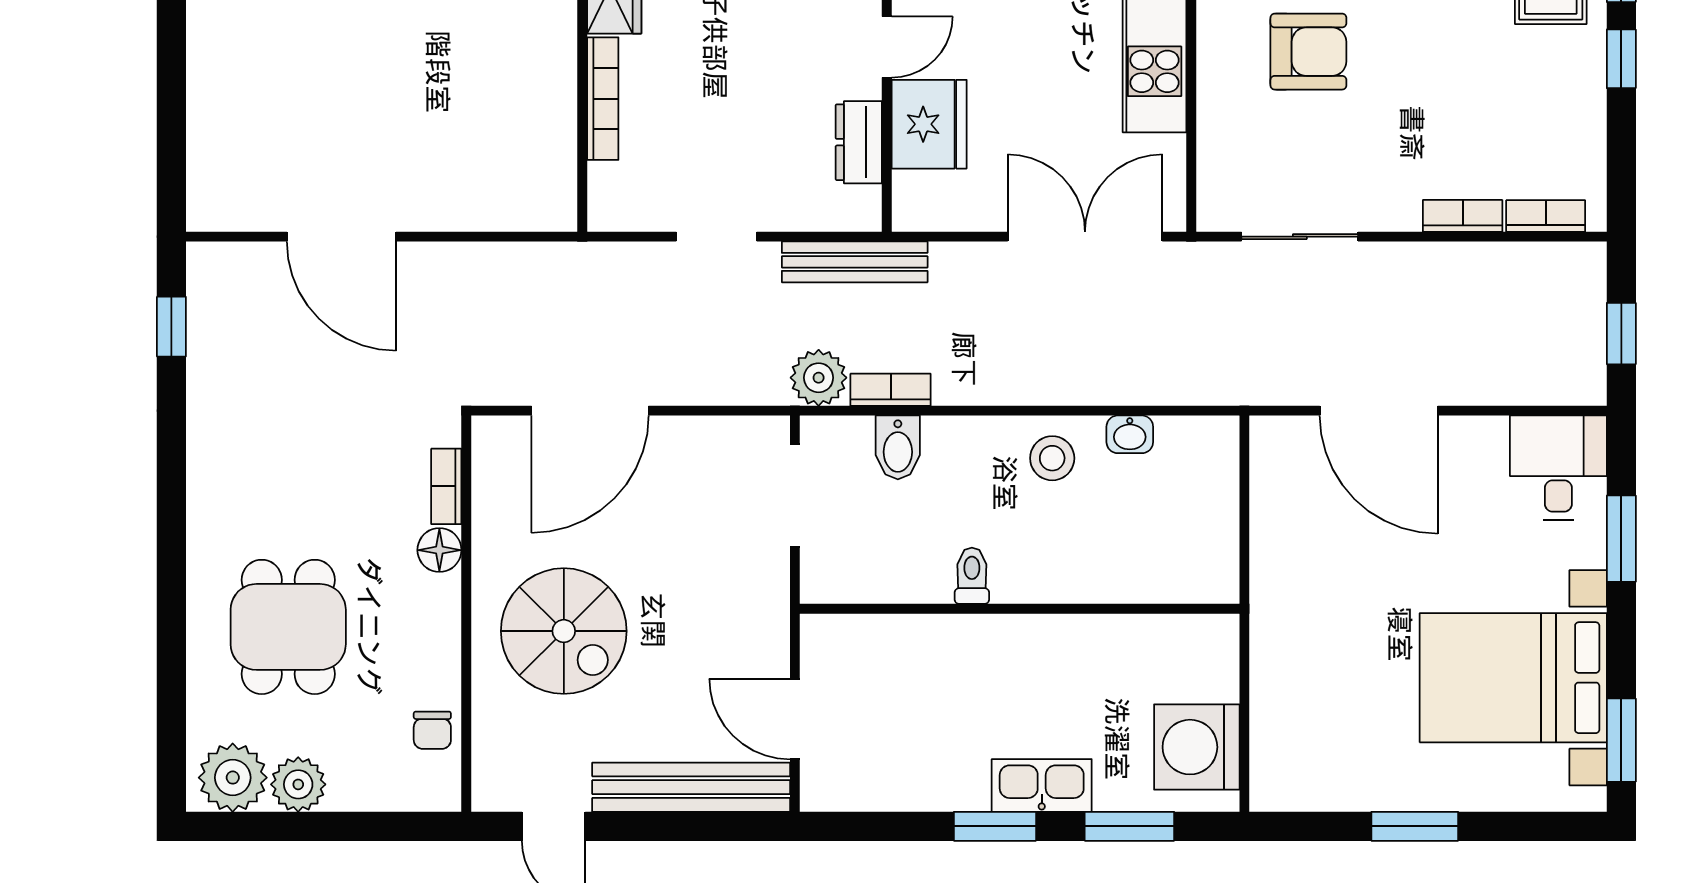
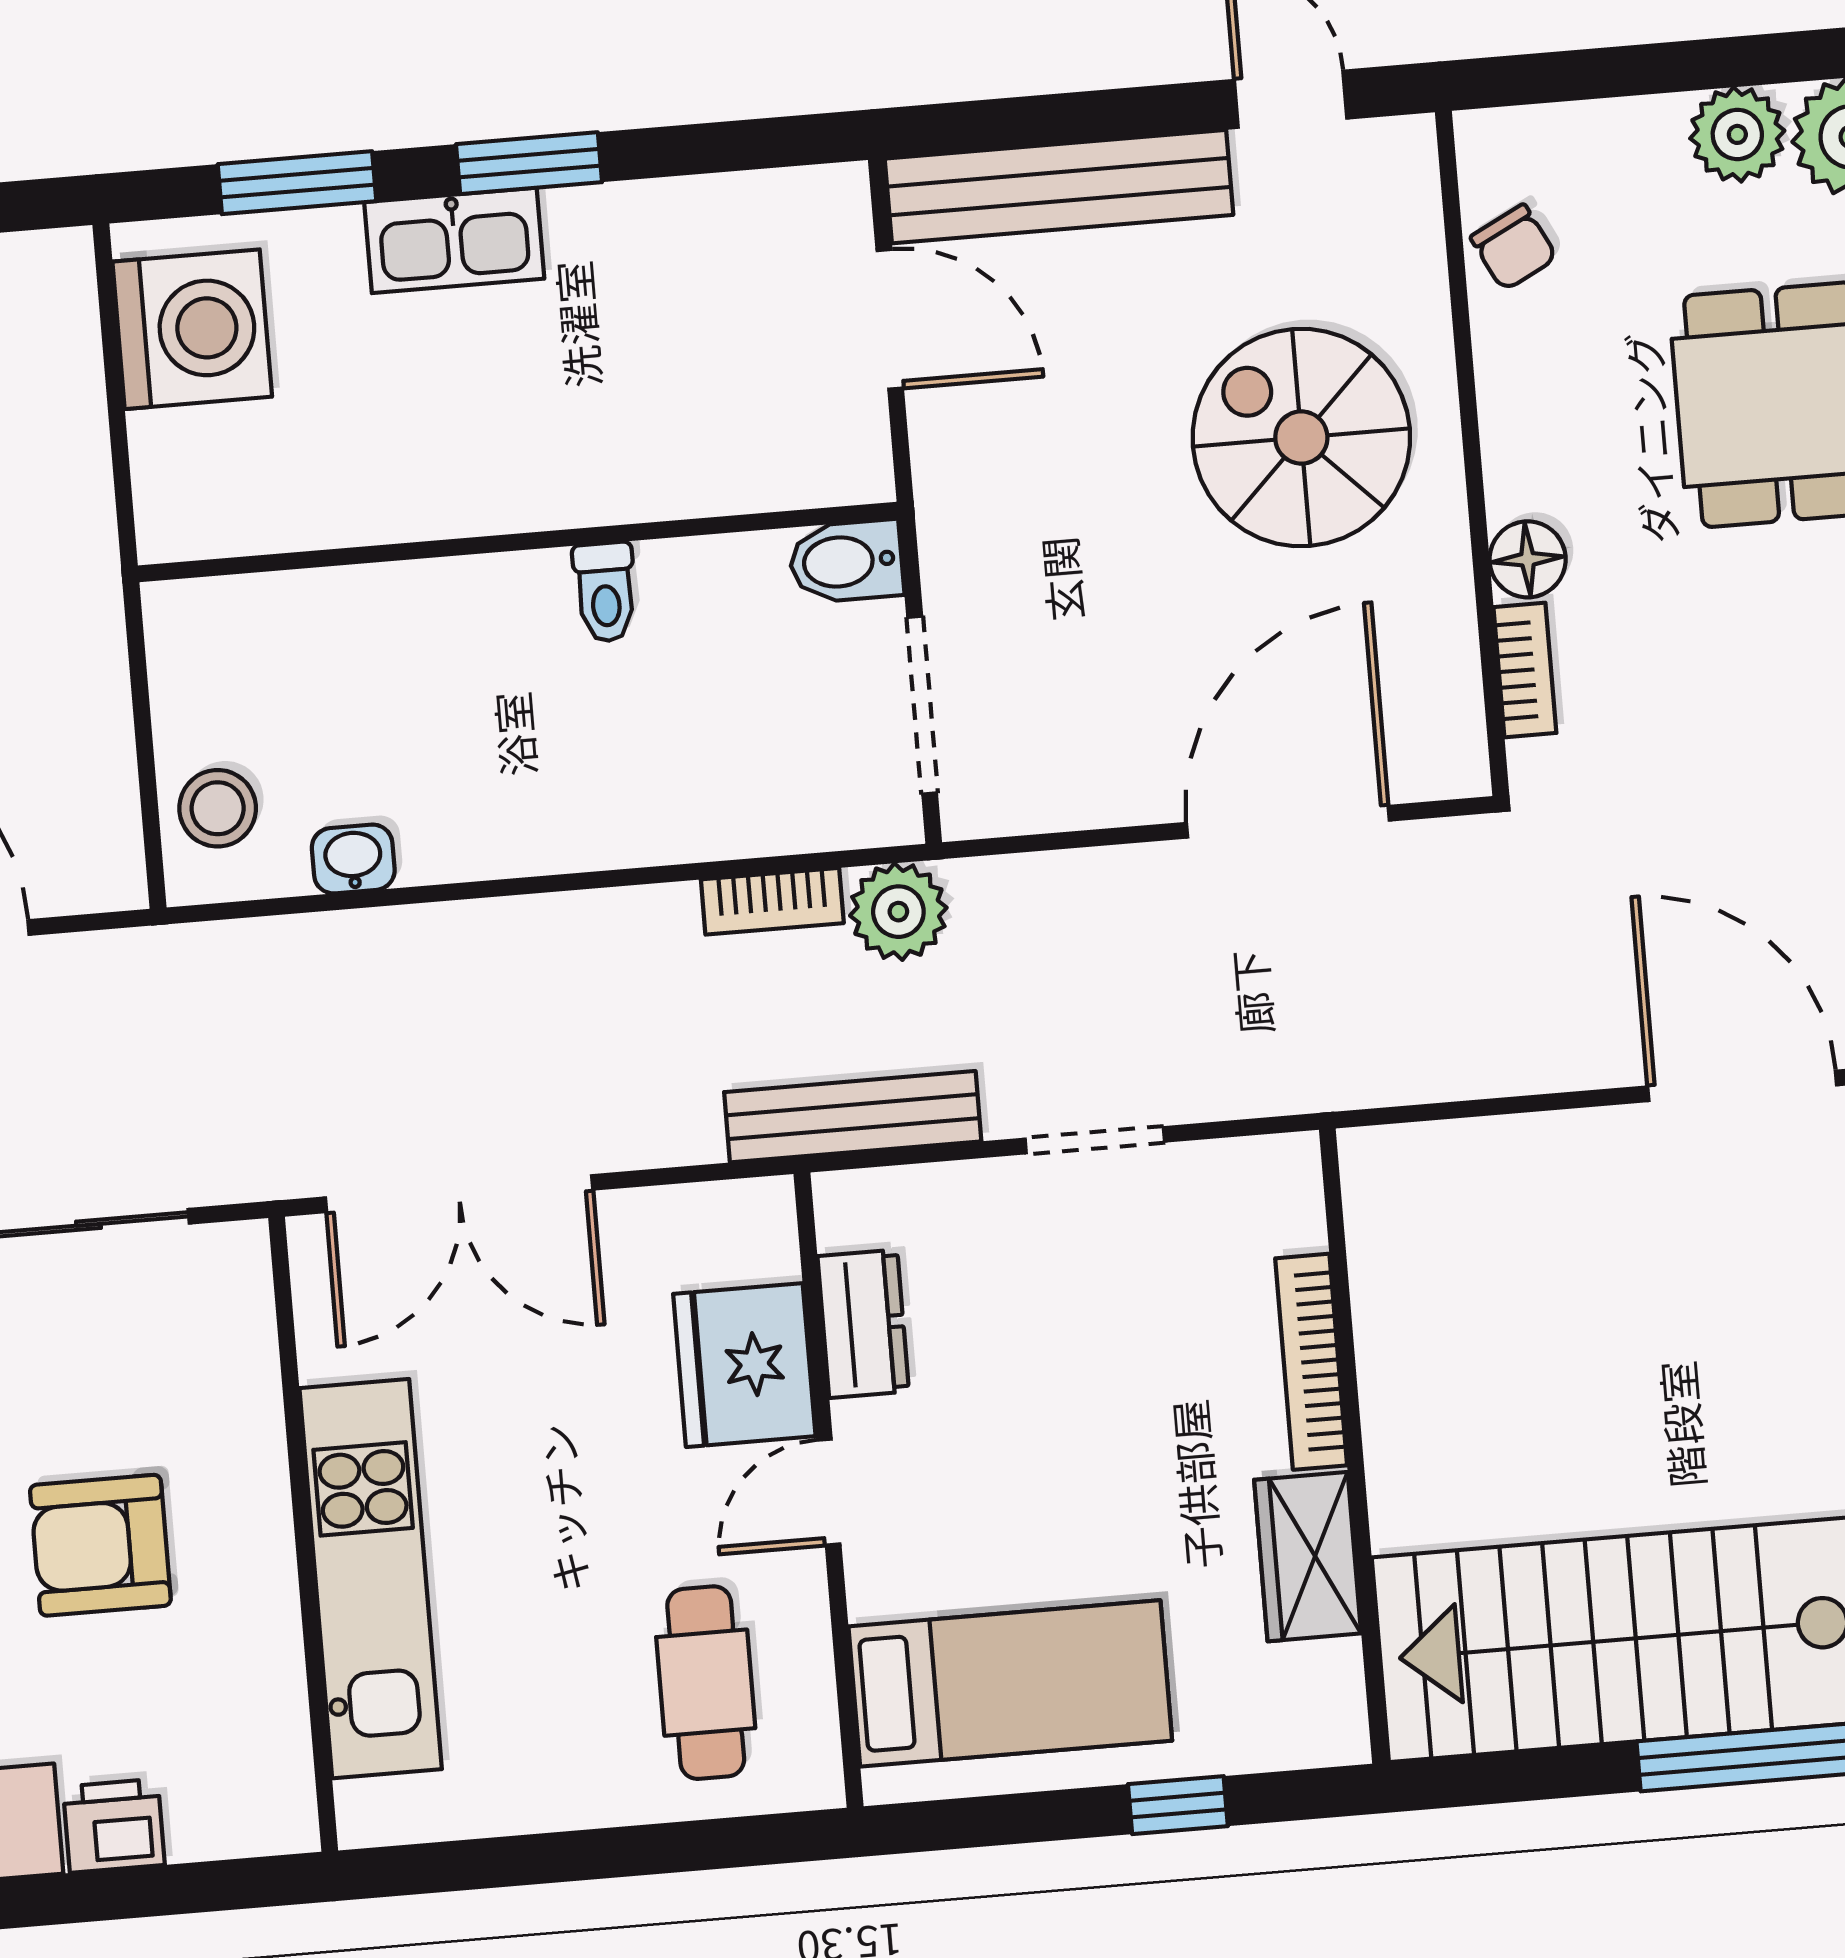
bidet: (898, 447) -> (846, 561), moved, turned -90
stool: (1052, 458) -> (218, 808), moved
chair: (432, 730) -> (1514, 247), turned 153

